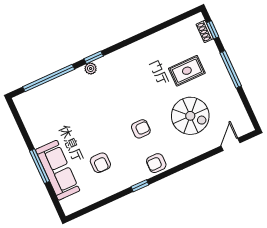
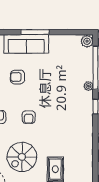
plant: (91, 68) -> (88, 86), moved
plant: (23, 101) -> (87, 41), added

